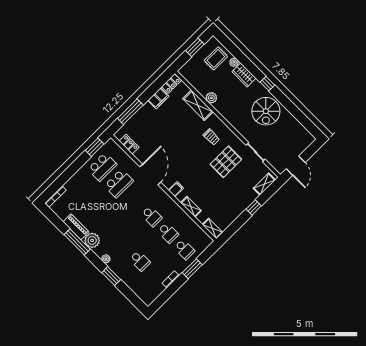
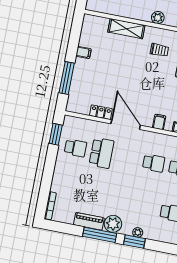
locker: (171, 84) -> (87, 25), removed
filing cabinet: (158, 98) -> (83, 53), width x0.50
plant: (211, 98) -> (158, 18), moved
locker: (129, 144) -> (101, 112), moved
school desk: (102, 167) -> (75, 148), width x0.54
window: (111, 276) -> (134, 242), moved

